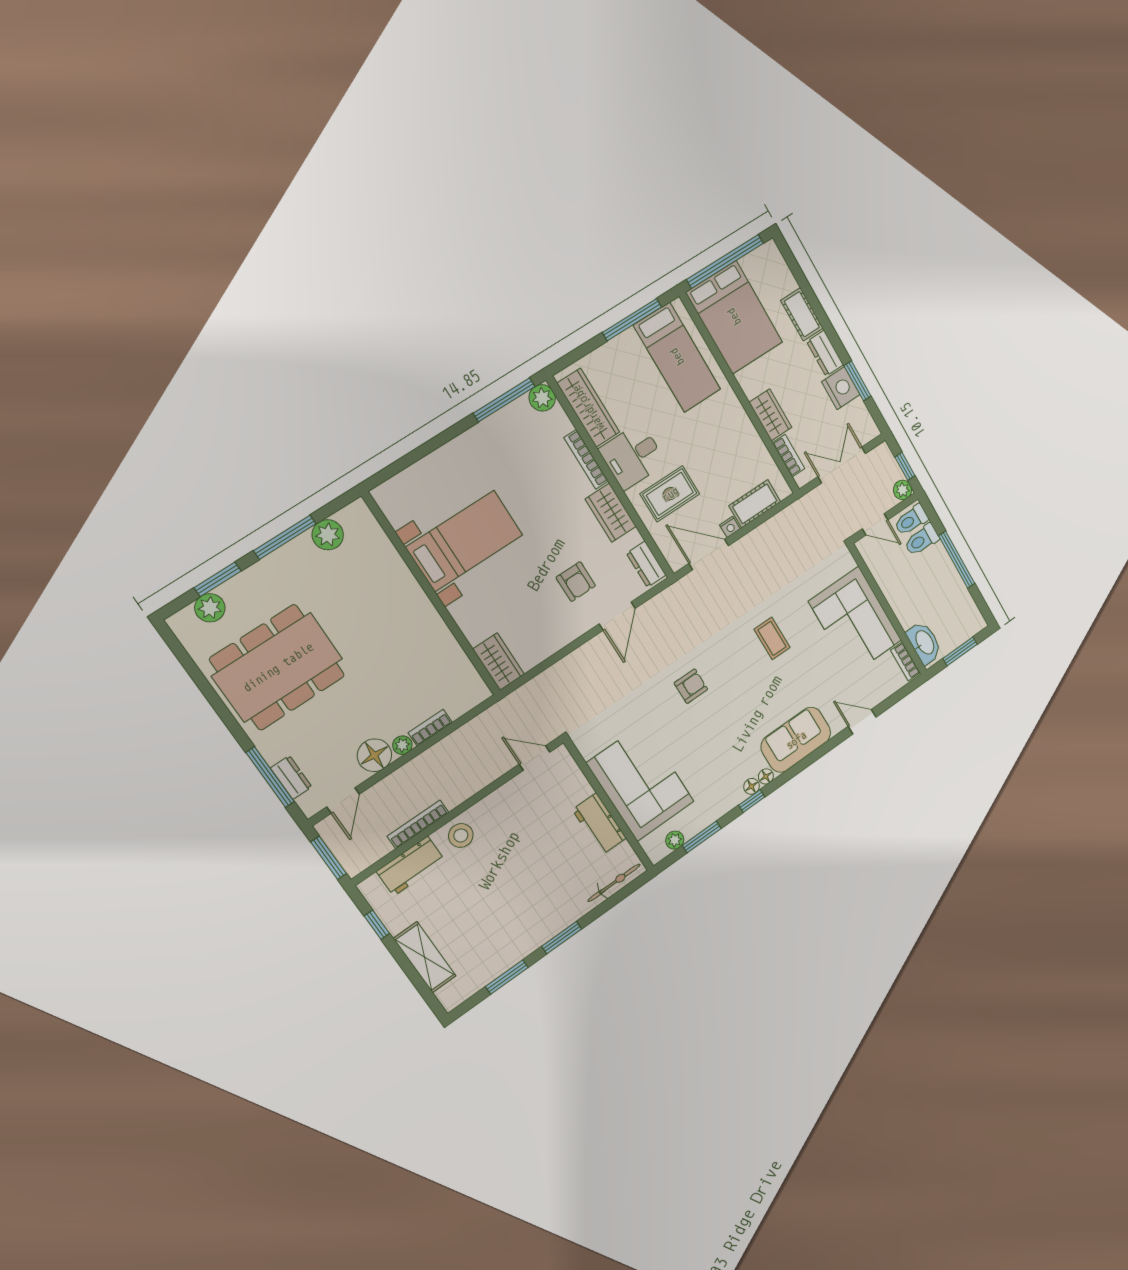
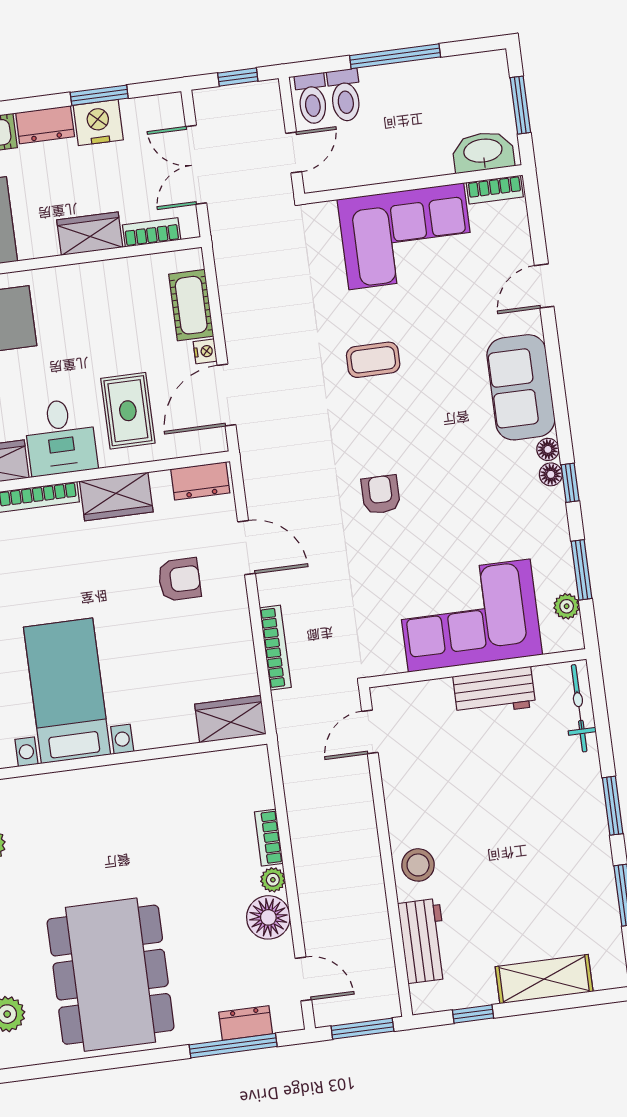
plant: (903, 490) -> (267, 94), removed
bookcase: (418, 824) -> (275, 648), moved, turned 180

